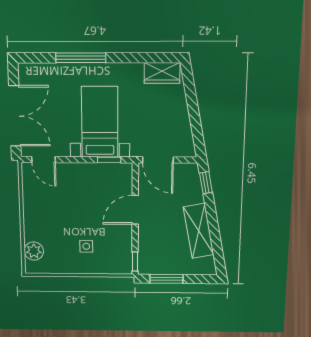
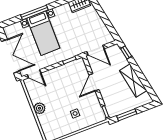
bed with nightstands: (100, 122) -> (43, 33), moved, turned 180
plant: (34, 251) -> (40, 108), moved

